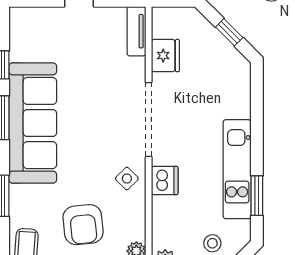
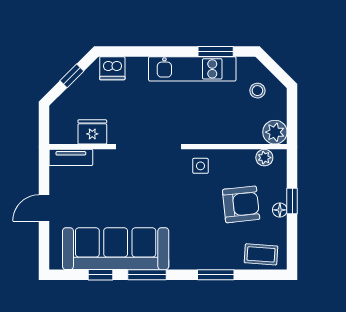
sofa: (33, 123) -> (116, 249), moved
side table: (127, 179) -> (200, 166), turned 45
dishwasher: (165, 181) -> (112, 68), moved, turned 180

